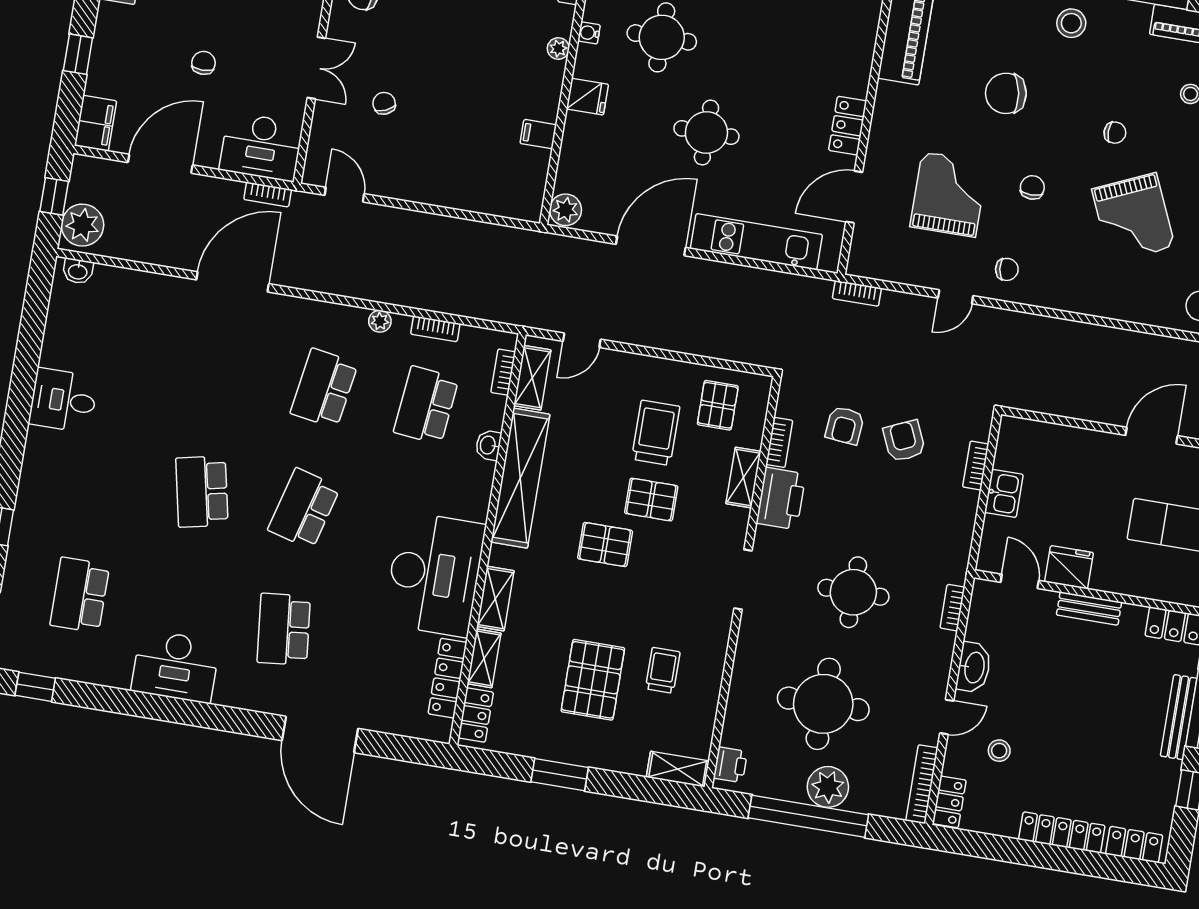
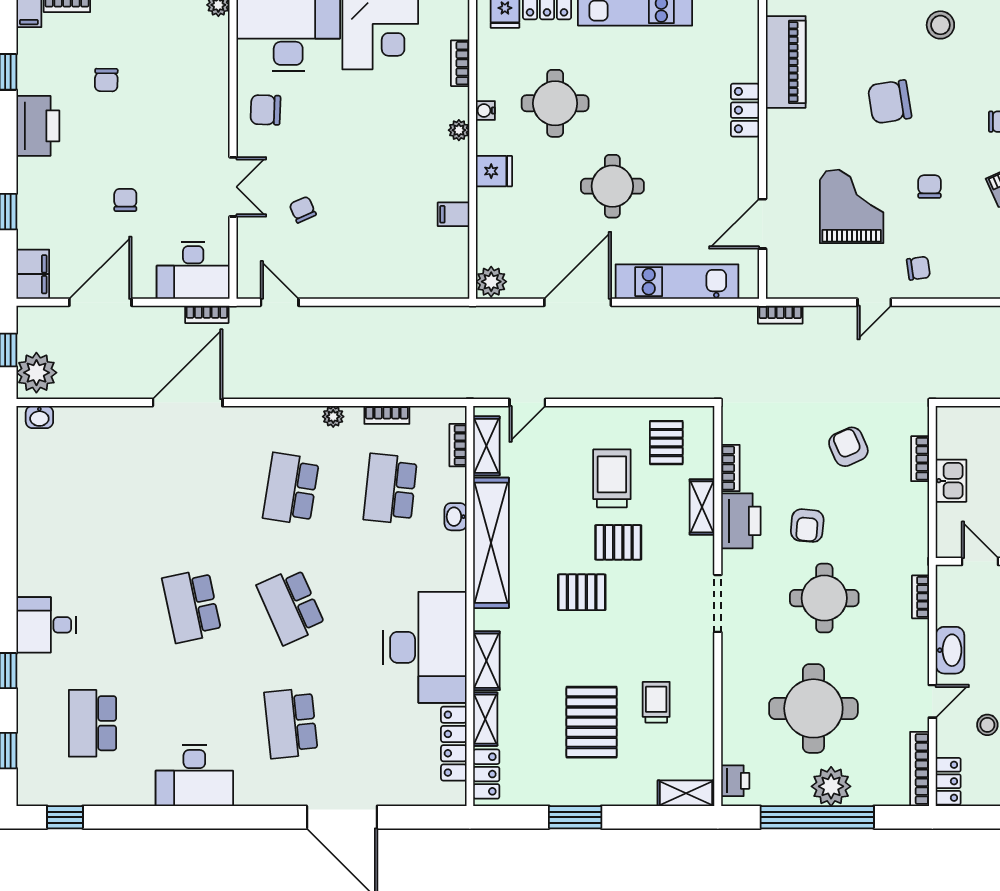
locker: (848, 126) -> (745, 110), moved
desk: (63, 400) -> (46, 625), moved
armchair: (845, 425) -> (807, 526), moved
school desk: (304, 509) -> (291, 606), turned -39

